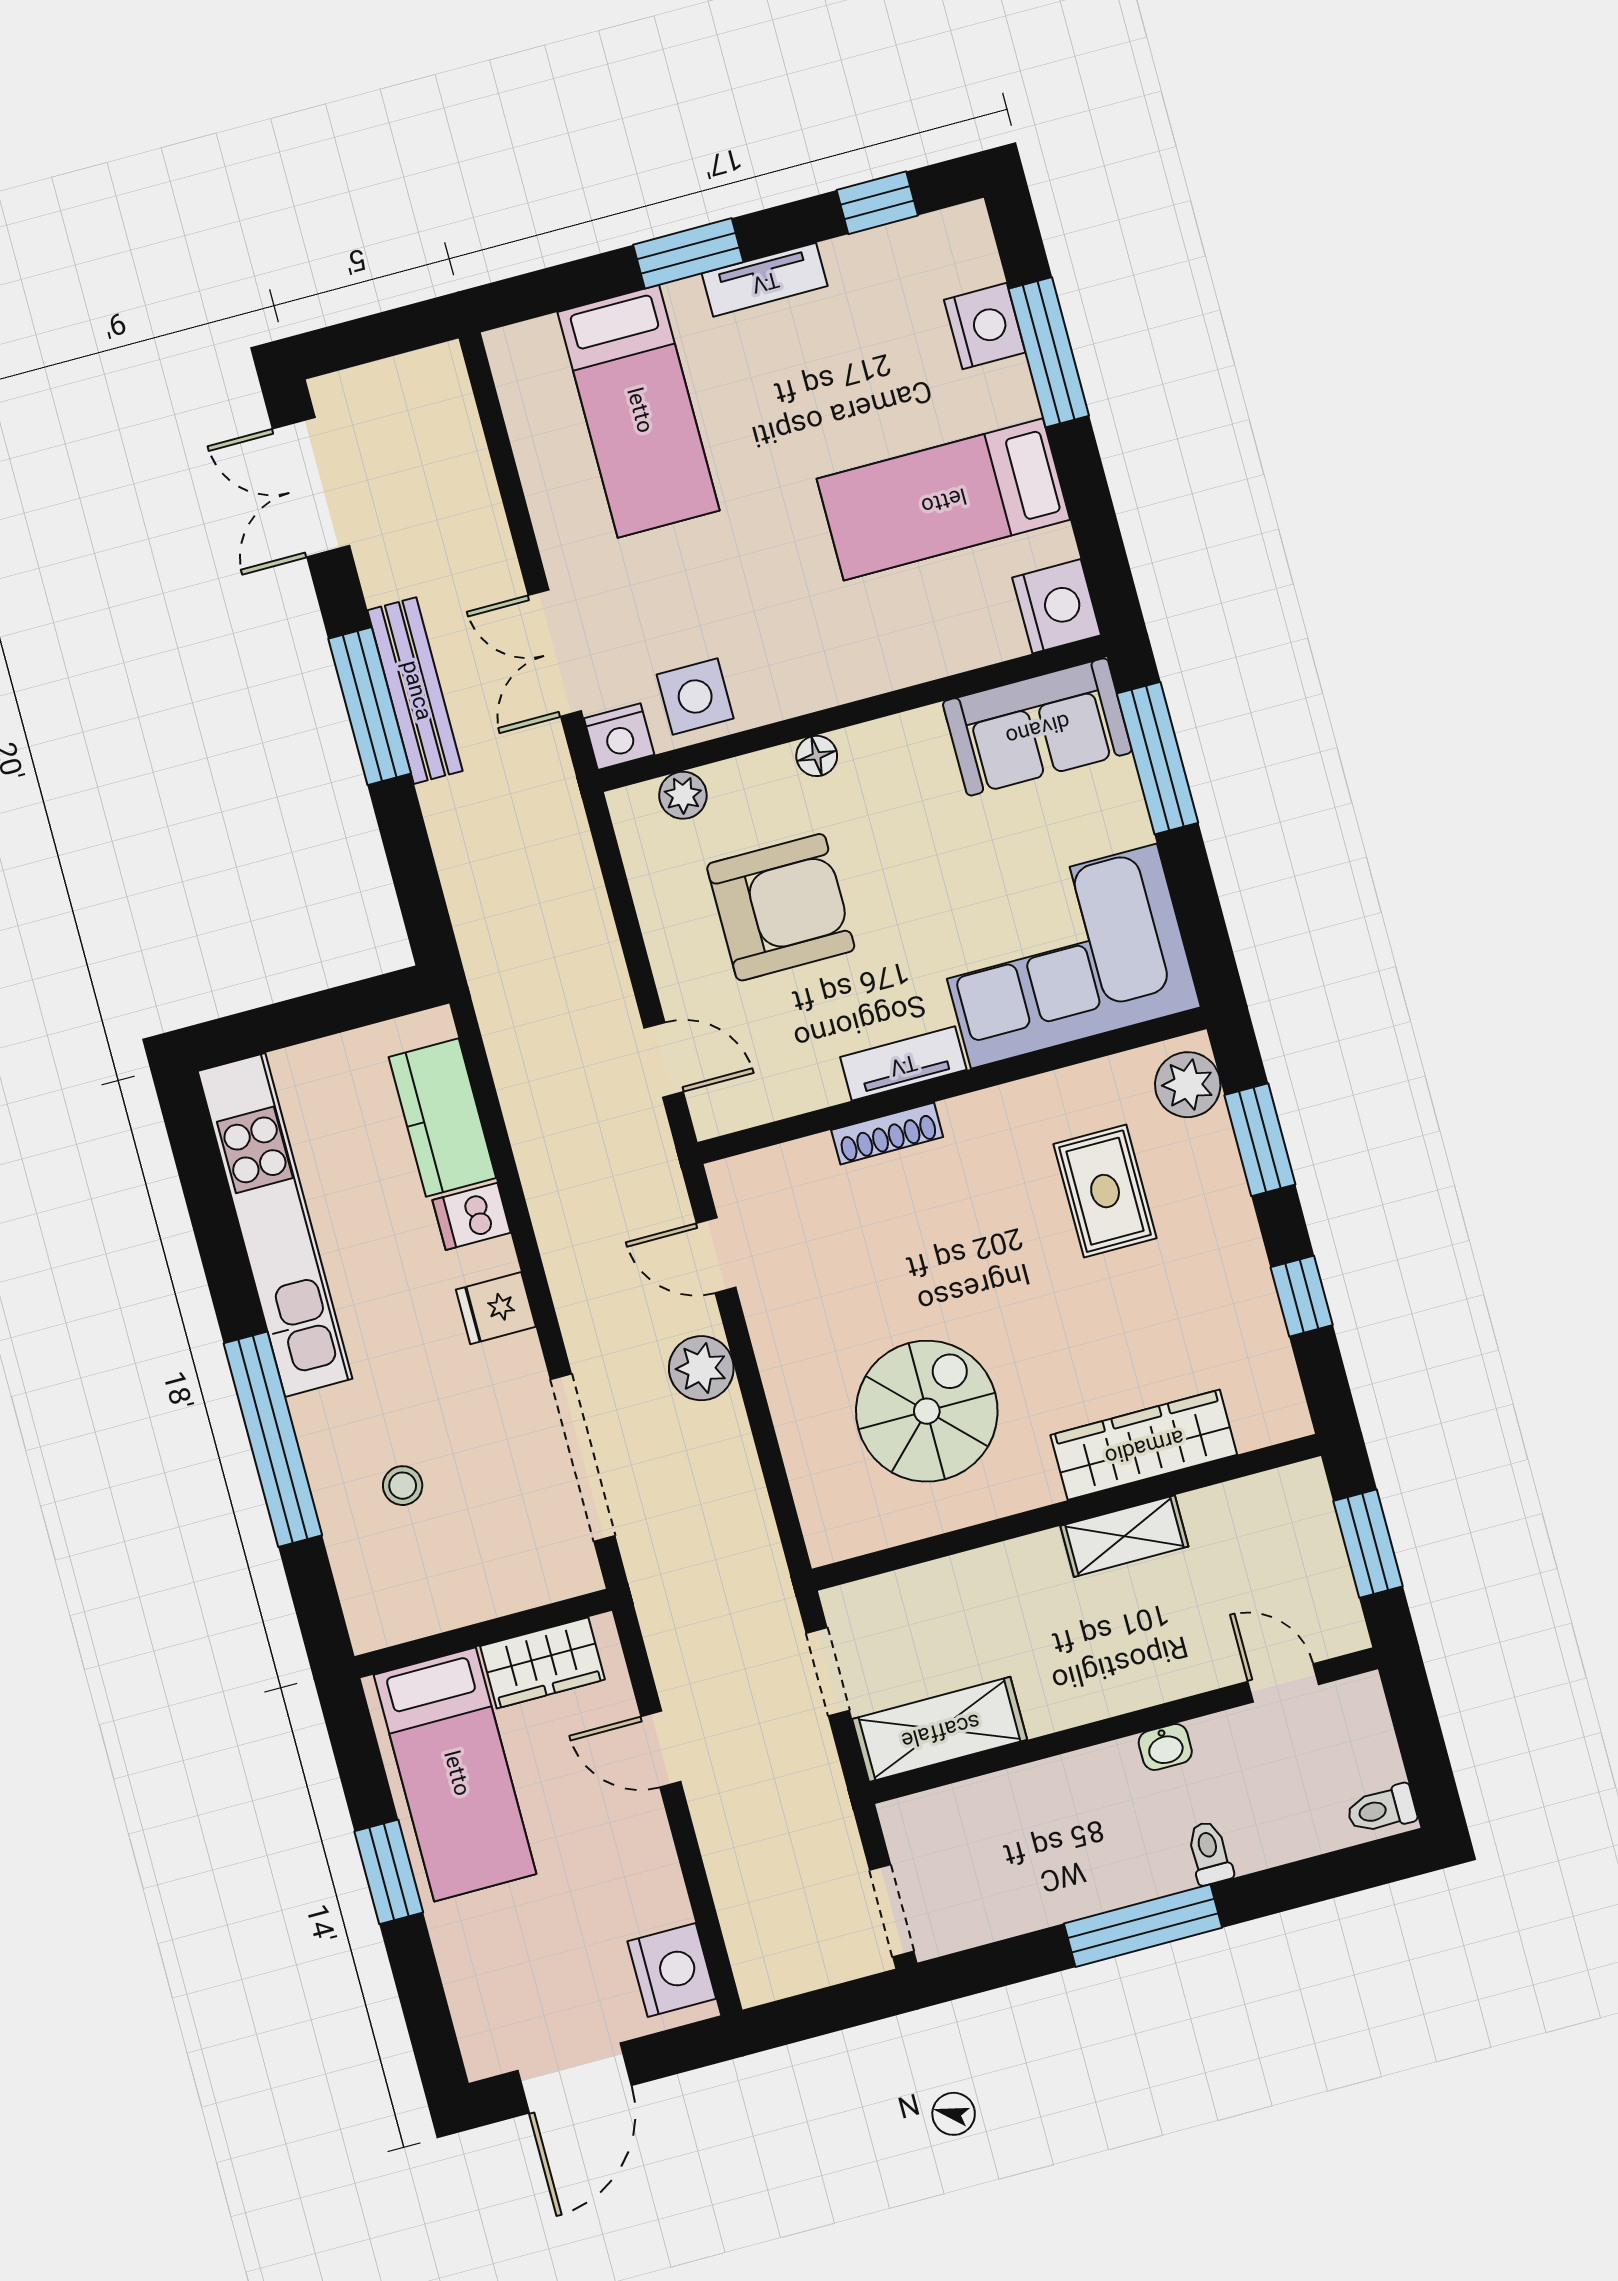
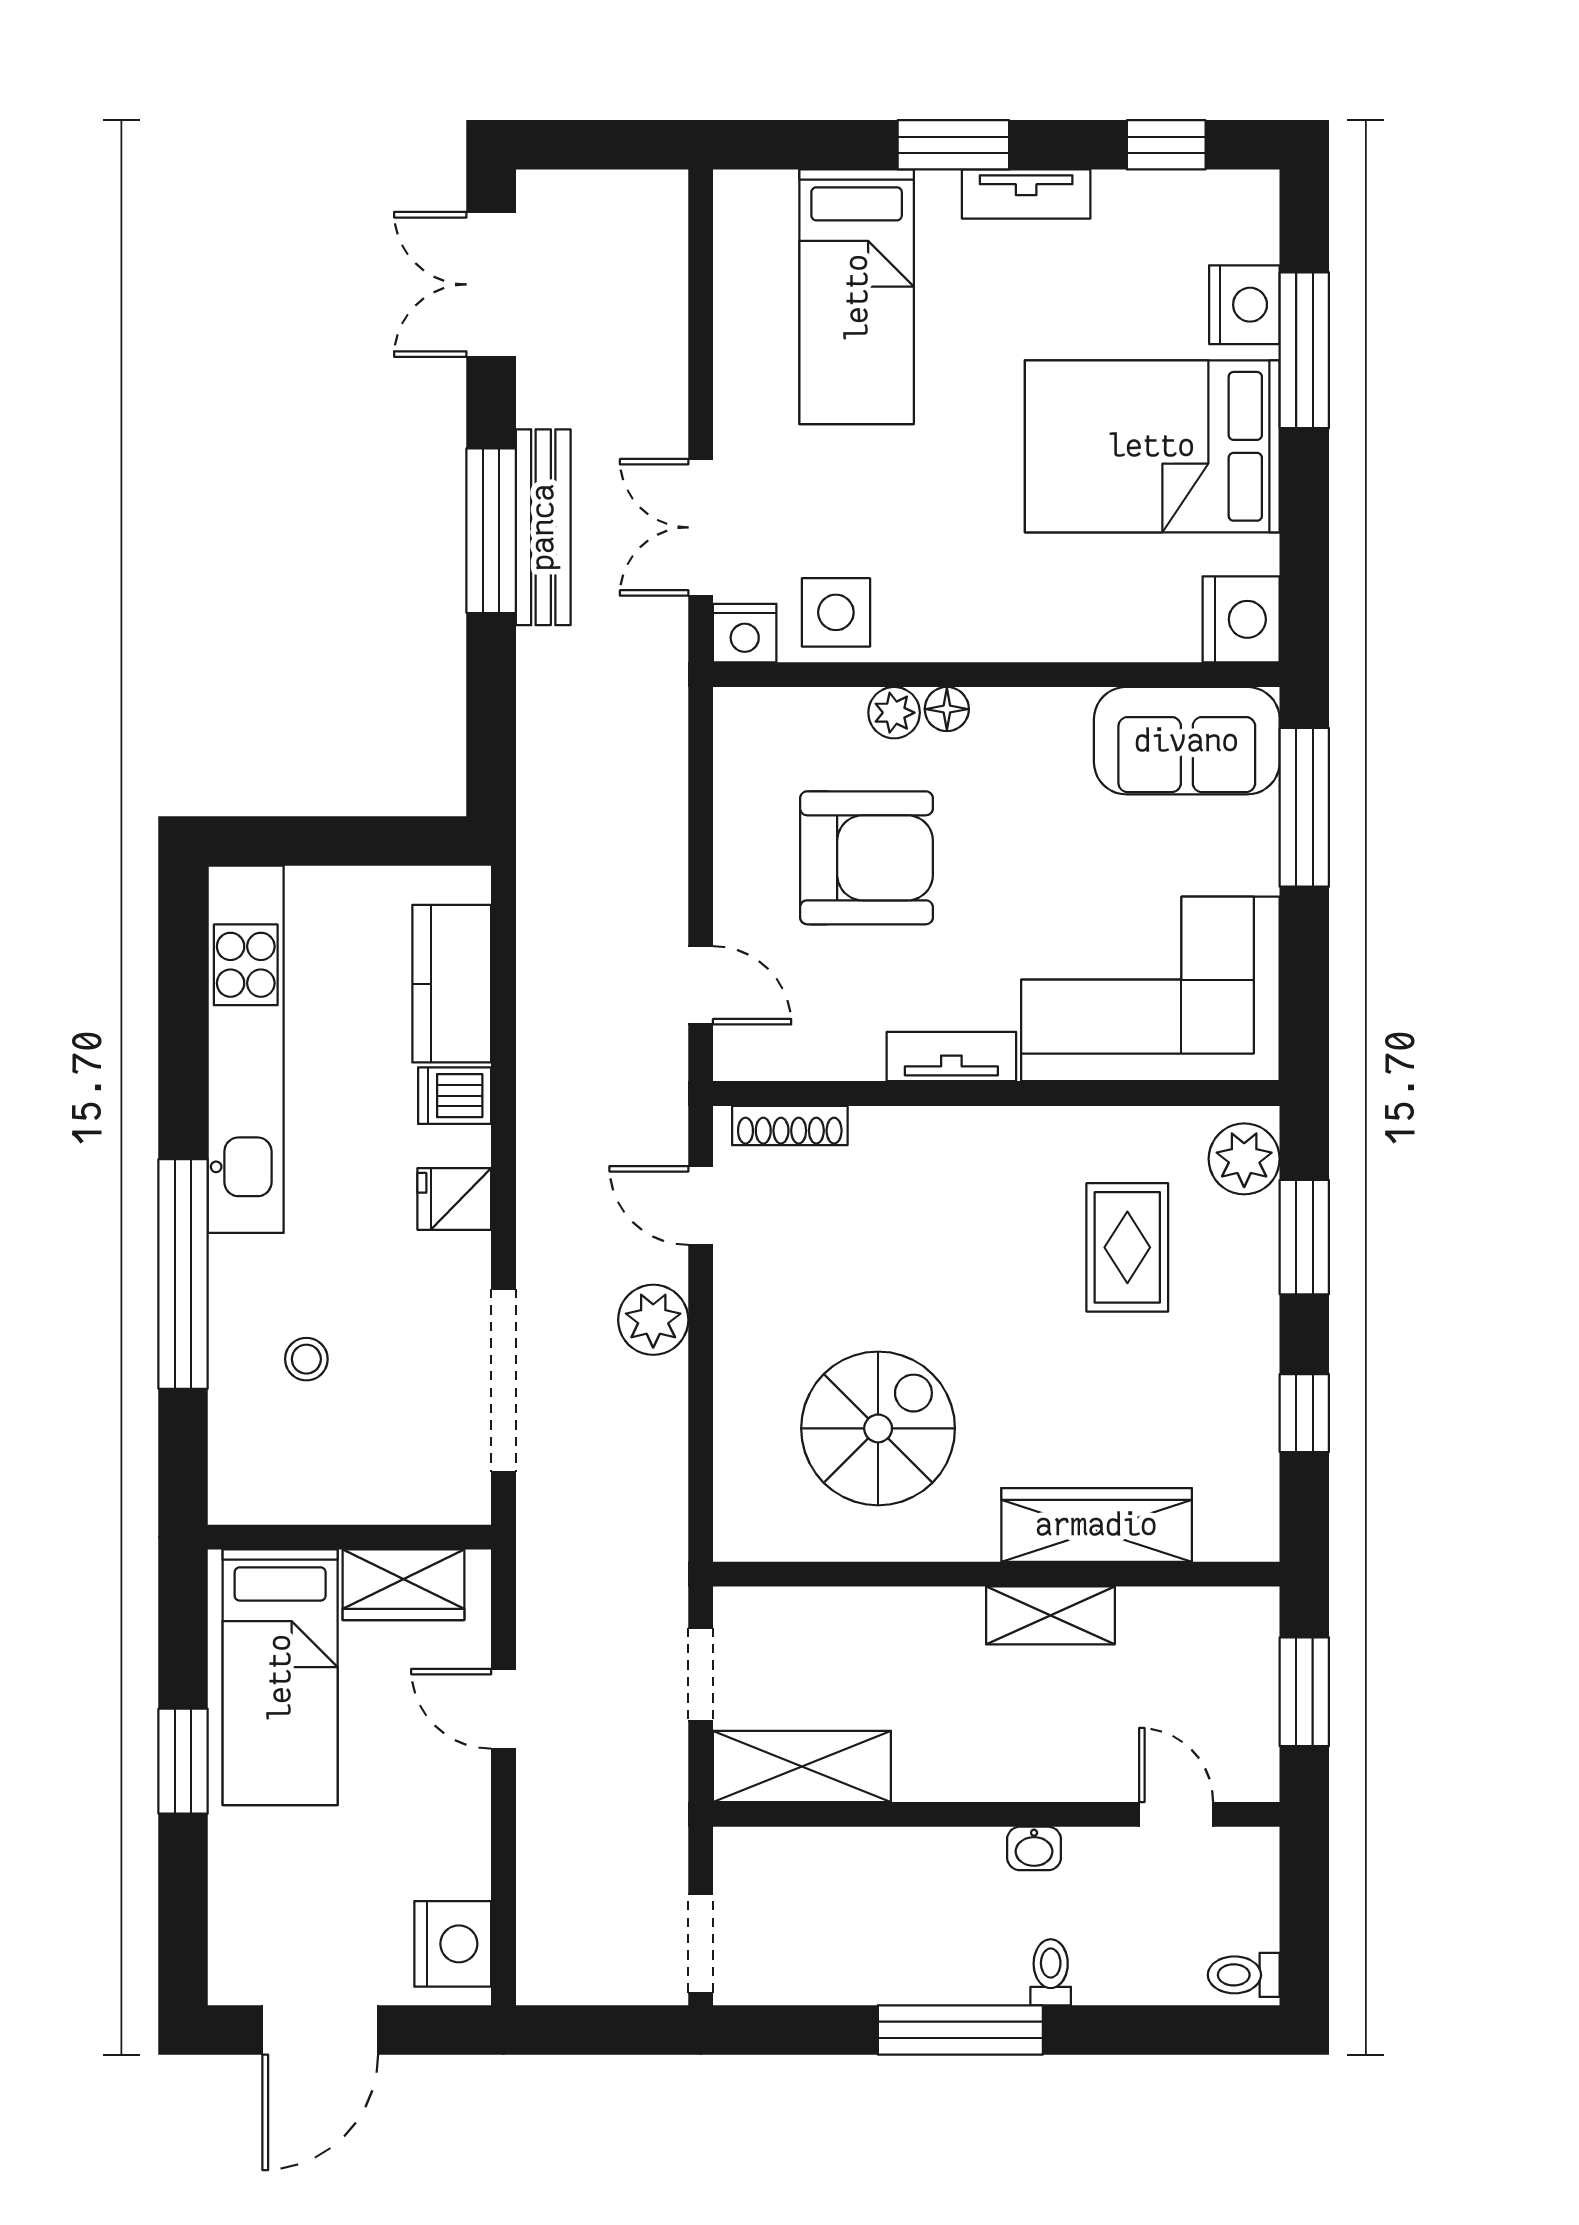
bed: (943, 499) -> (1152, 446), width x1.50
plant: (683, 795) -> (894, 713), moved
shoe rack: (887, 1133) -> (790, 1126), moved

